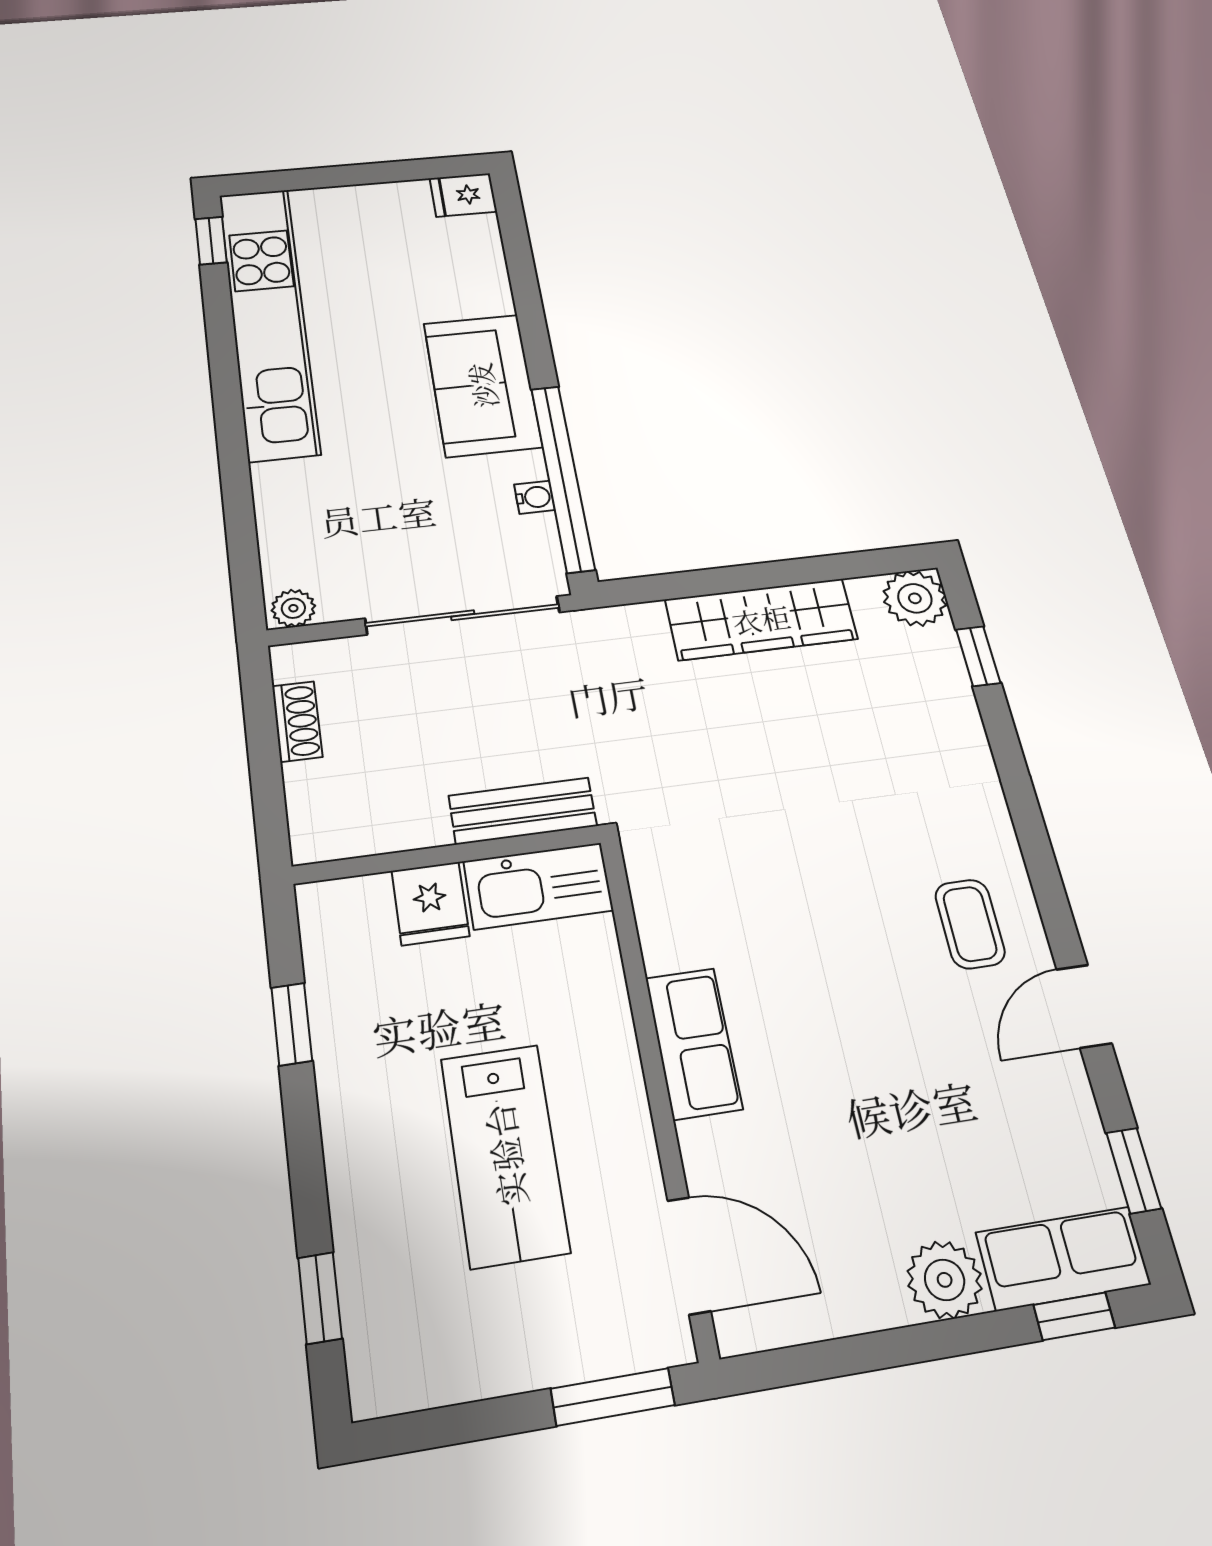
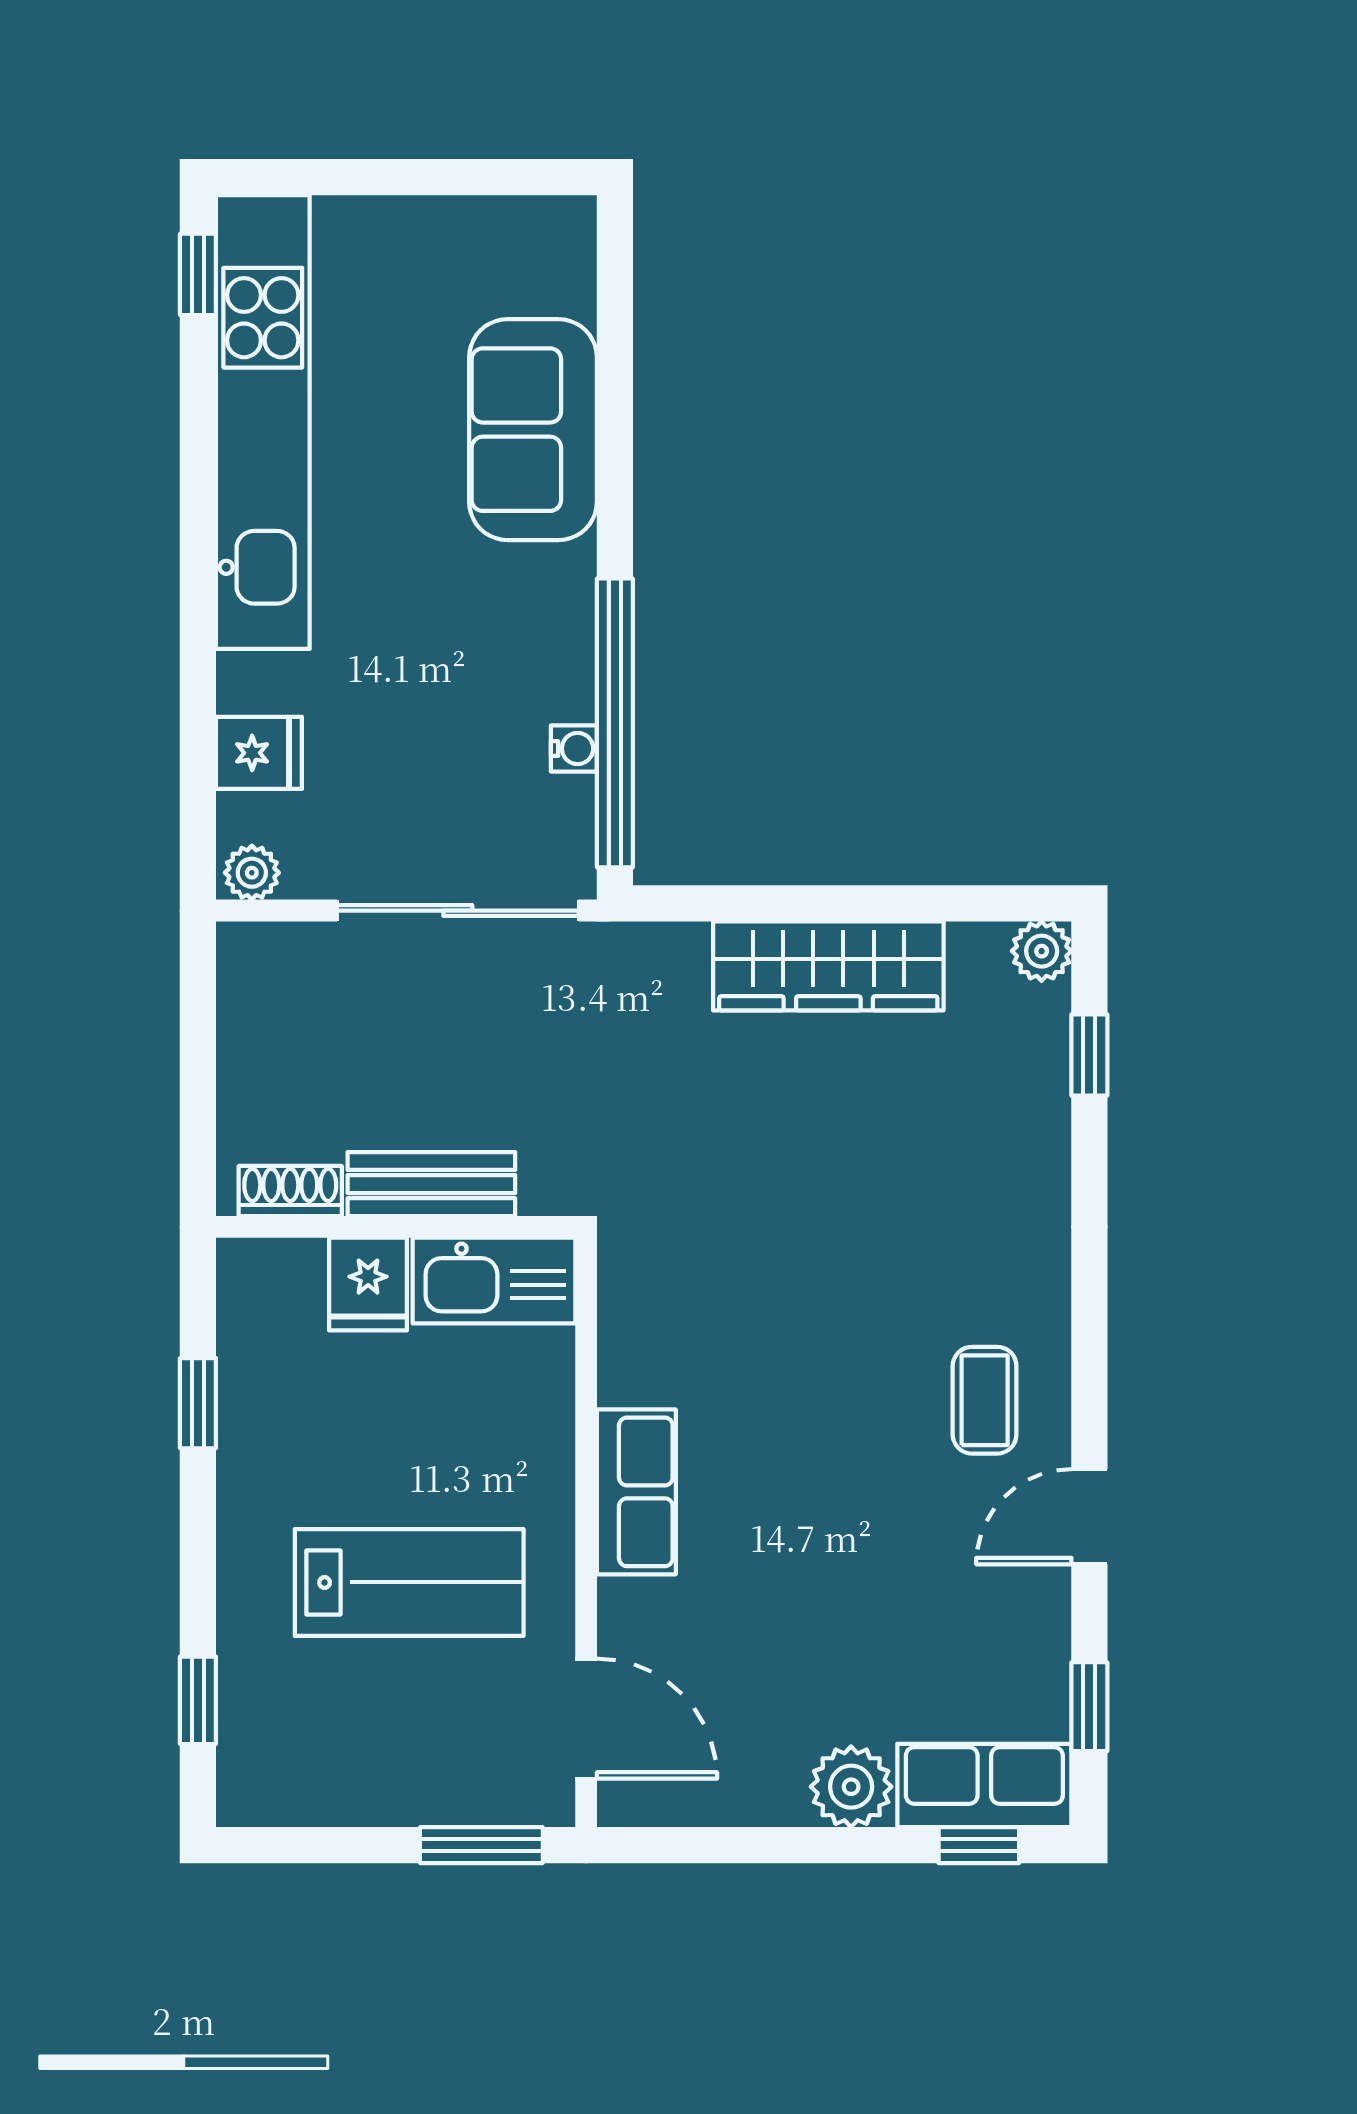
fridge: (463, 195) -> (259, 753), moved, turned 180
sofa: (482, 385) -> (533, 430), moved
plant: (915, 598) -> (1042, 951), width x0.73, depth x0.73
shoe rack: (297, 721) -> (290, 1191), moved, turned -90
bench: (523, 811) -> (431, 1184), moved
lab bench: (505, 1154) -> (409, 1582), turned -90

